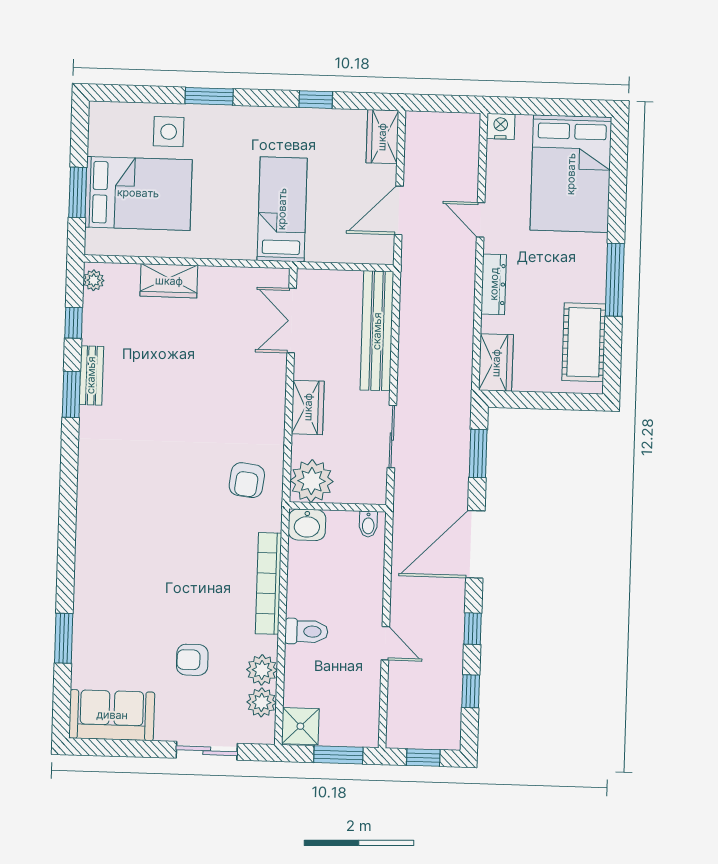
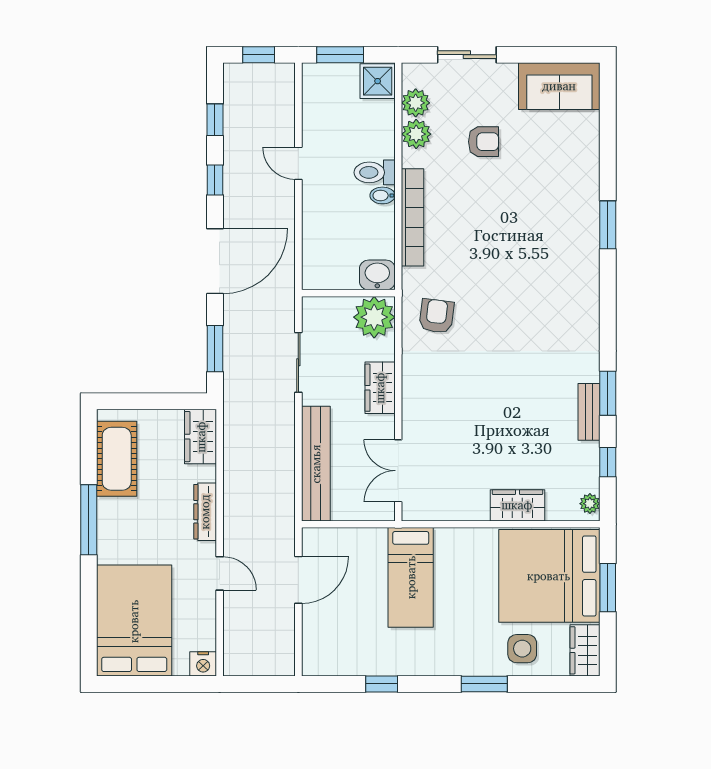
wardrobe: (382, 137) -> (585, 650), moved, turned 180
bed: (138, 193) -> (549, 576), width x1.36
double door: (292, 321) -> (398, 471), swing flipped
bidet: (368, 524) -> (383, 195), moved, turned -90
window: (64, 638) -> (608, 225), moved

